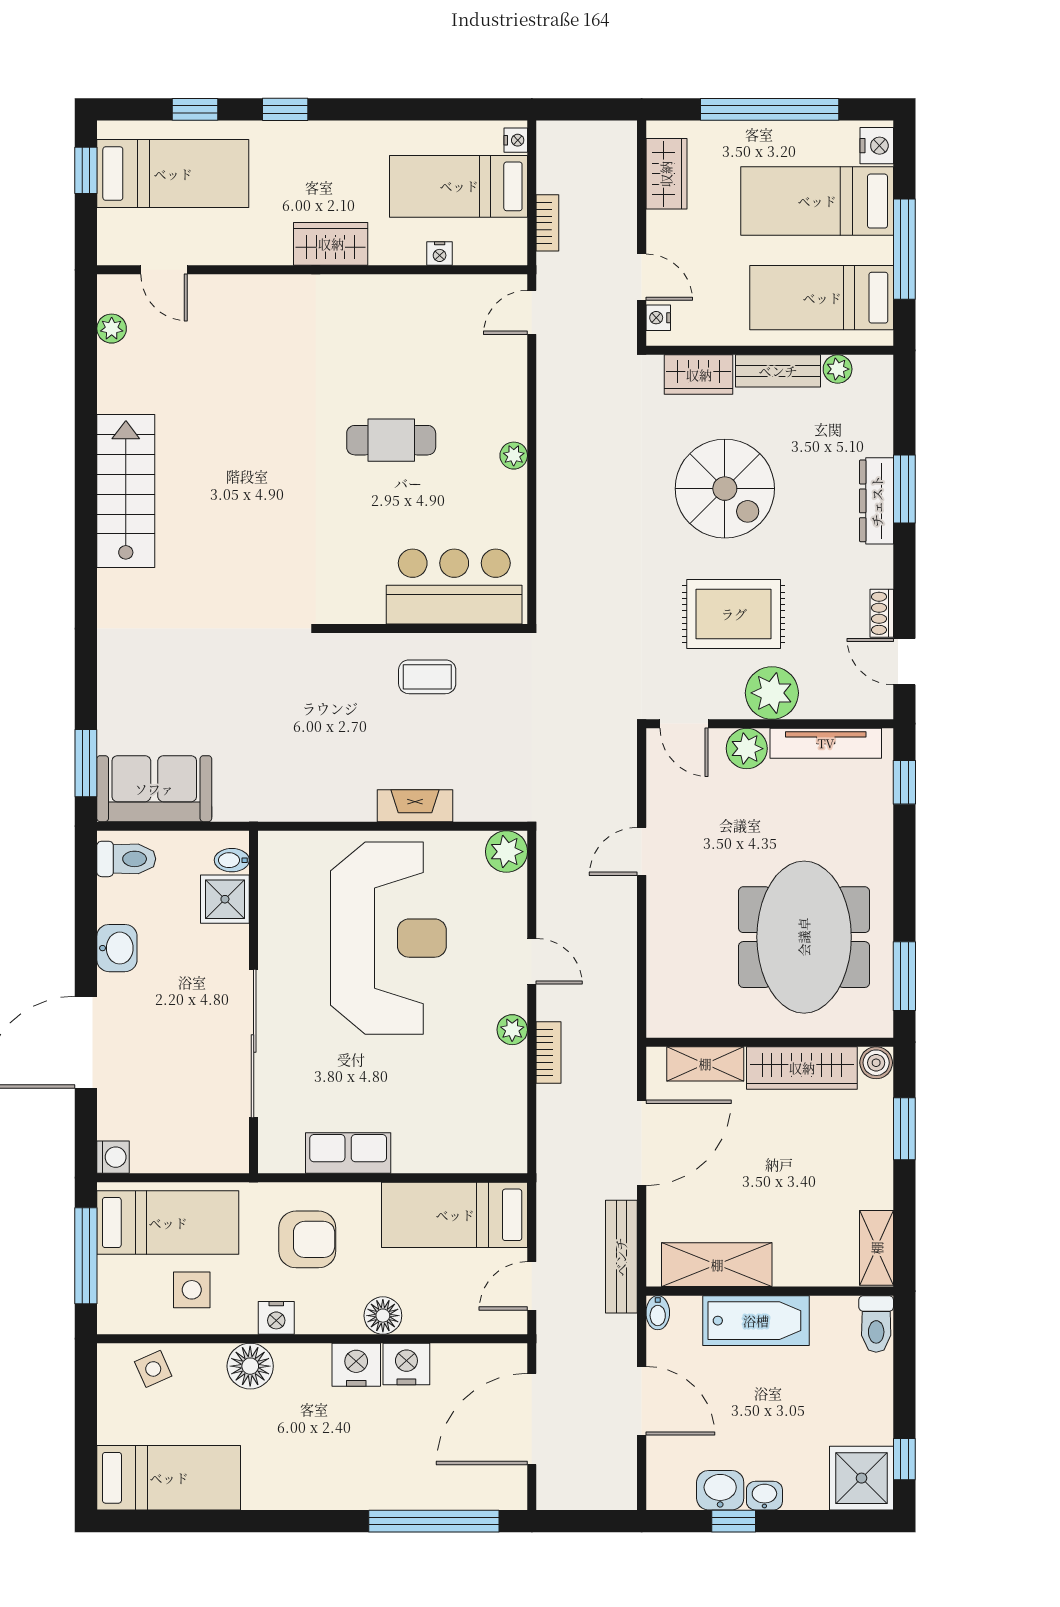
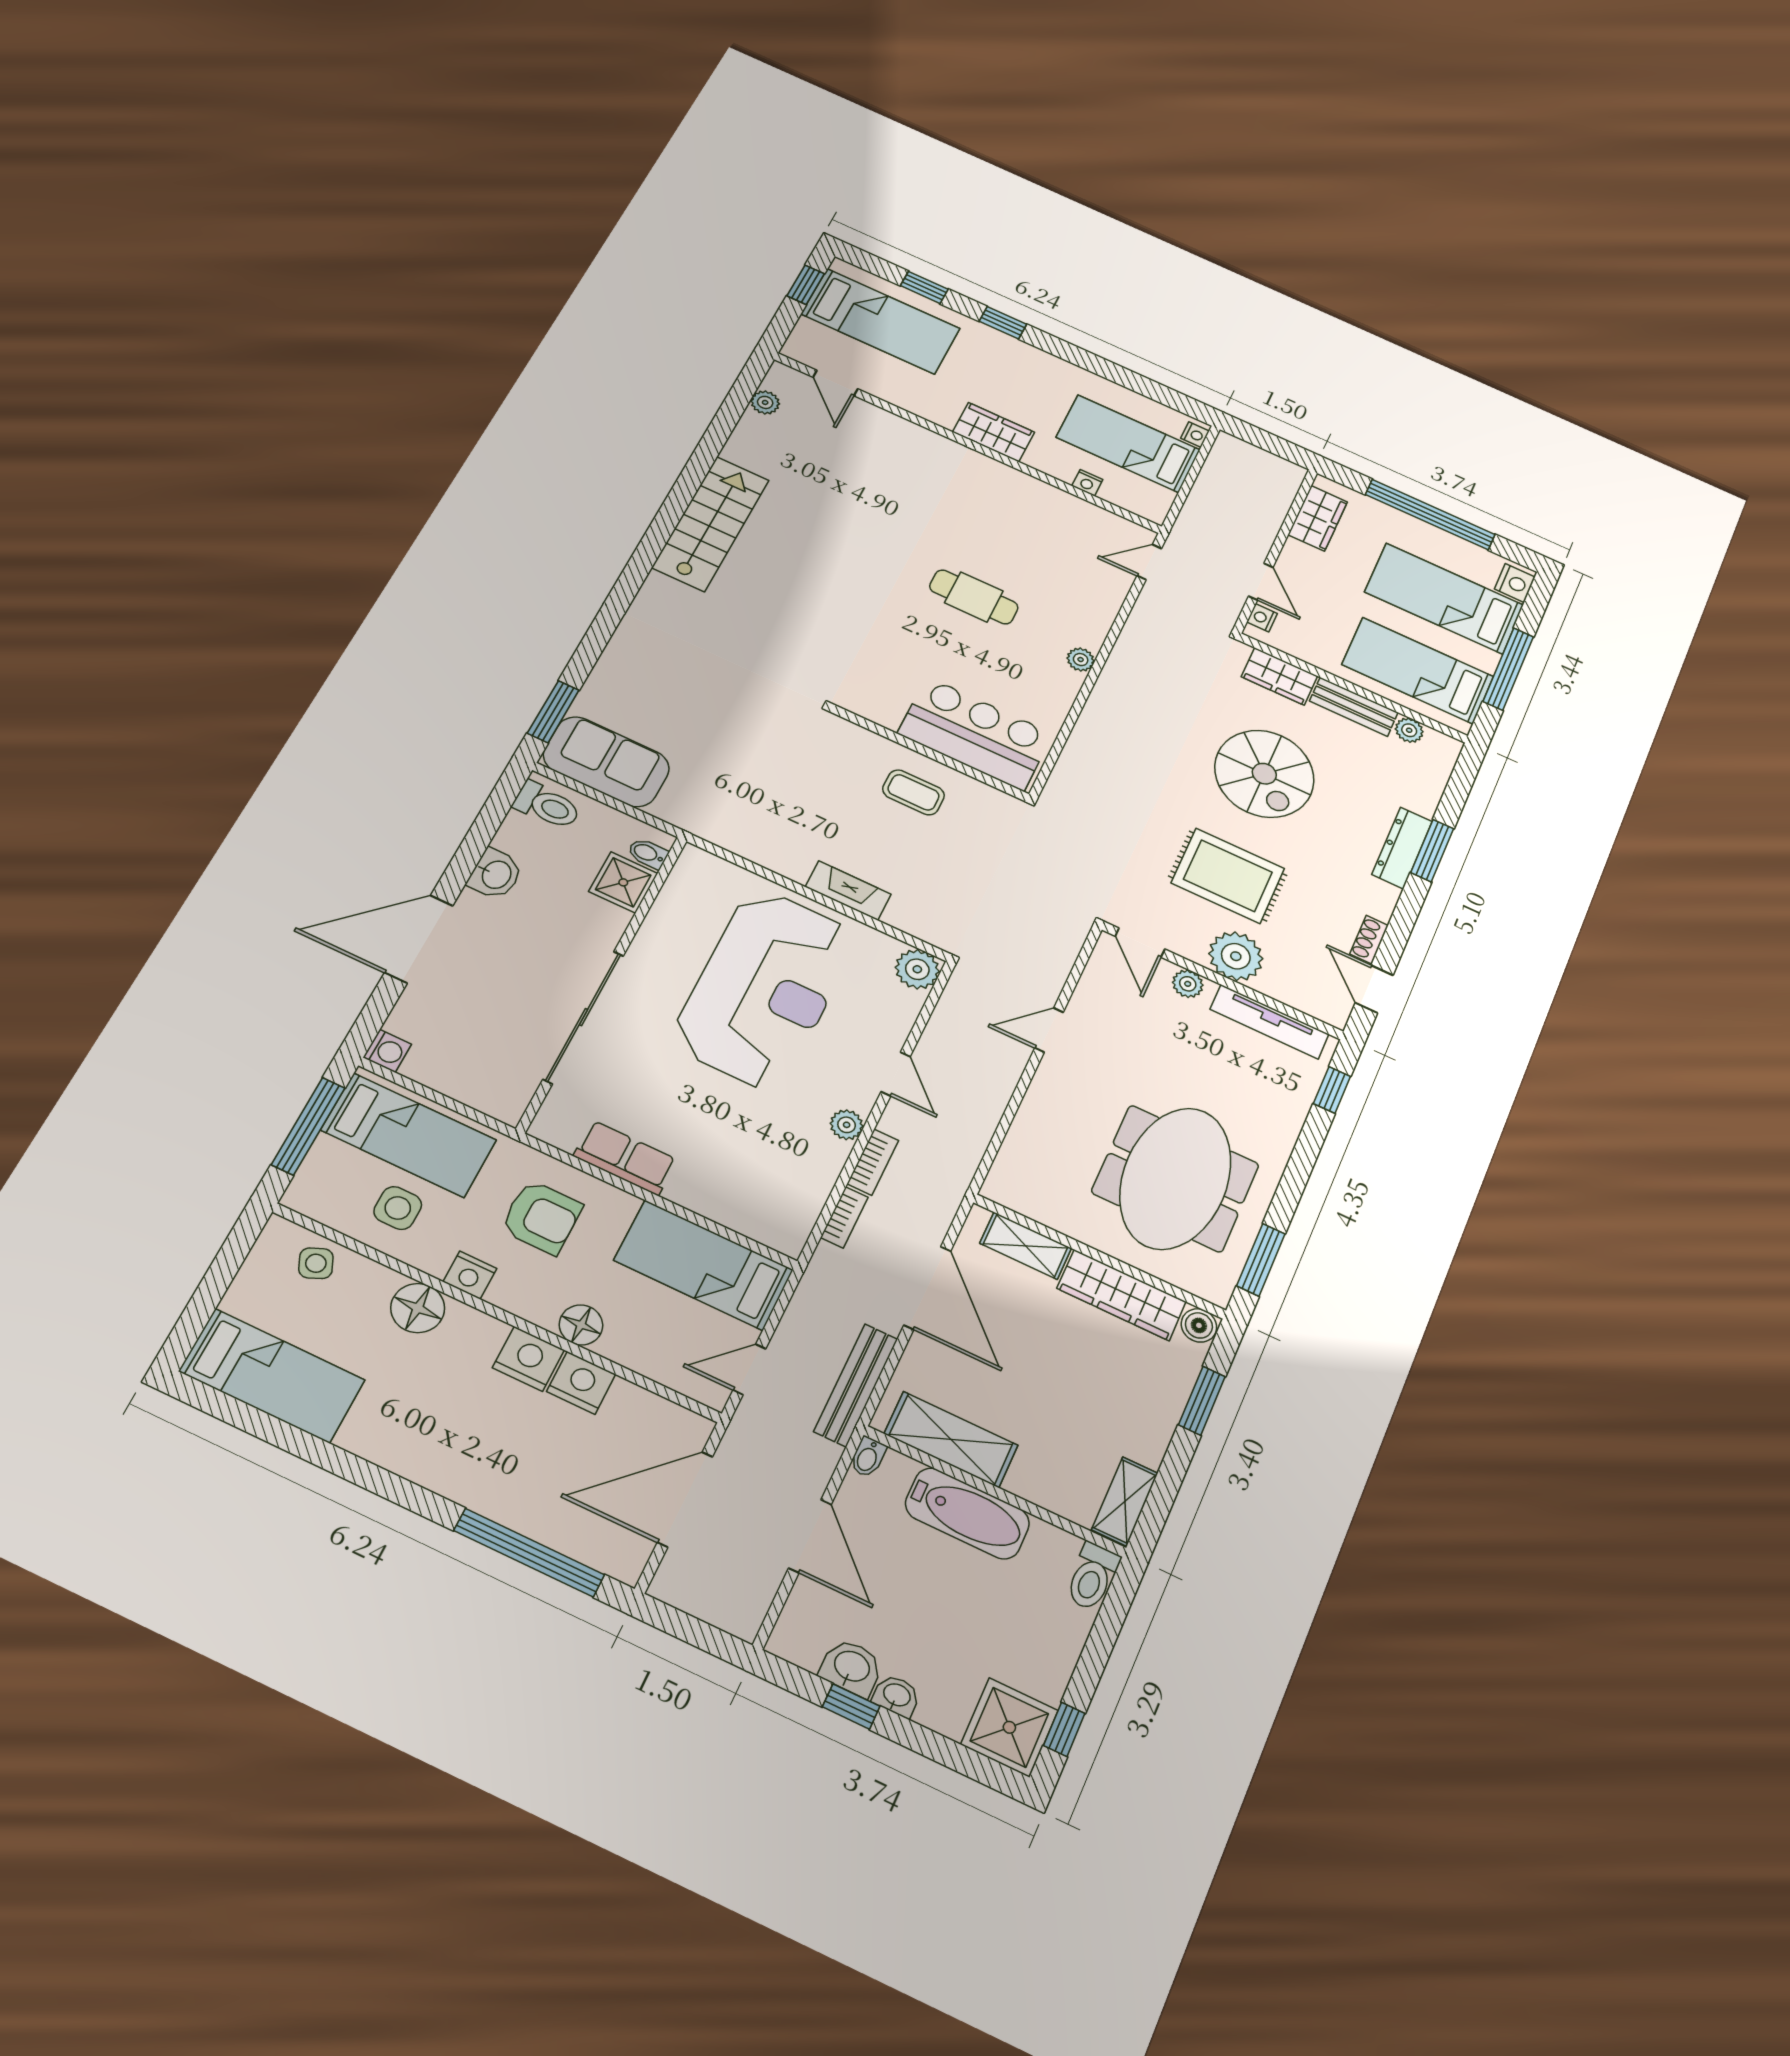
bookcase: (547, 223) -> (844, 1217), moved
plant: (747, 749) -> (1188, 984), width x0.73, depth x0.73
door: (642, 1143) -> (927, 1288), hinge flipped

